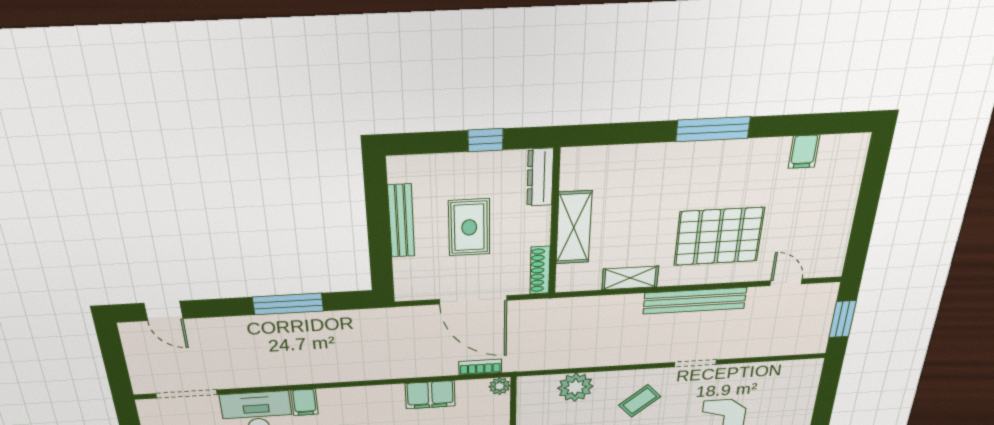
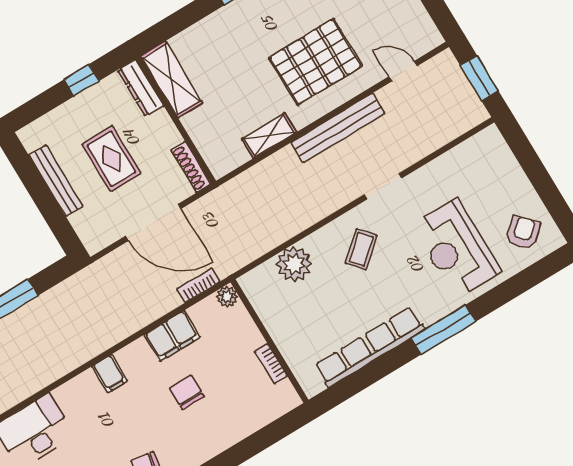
shelving: (574, 228) -> (172, 79), moved
filing cabinet: (304, 402) -> (110, 374), moved

